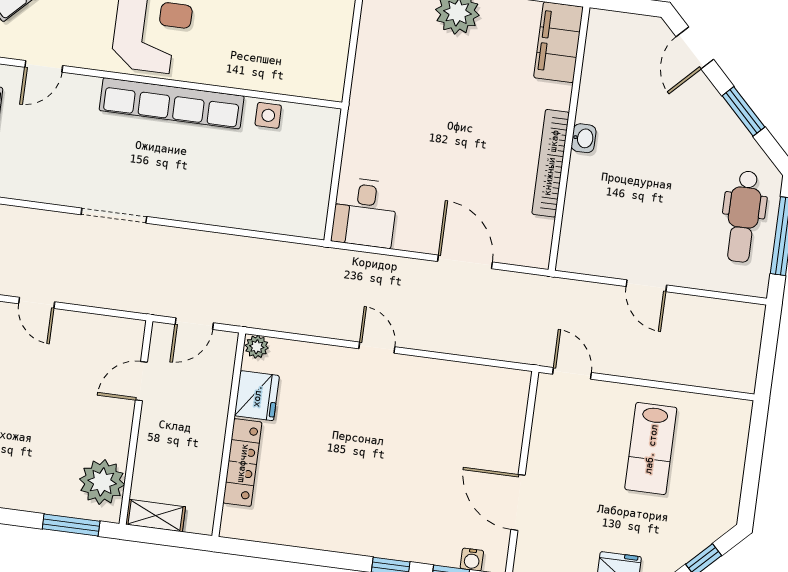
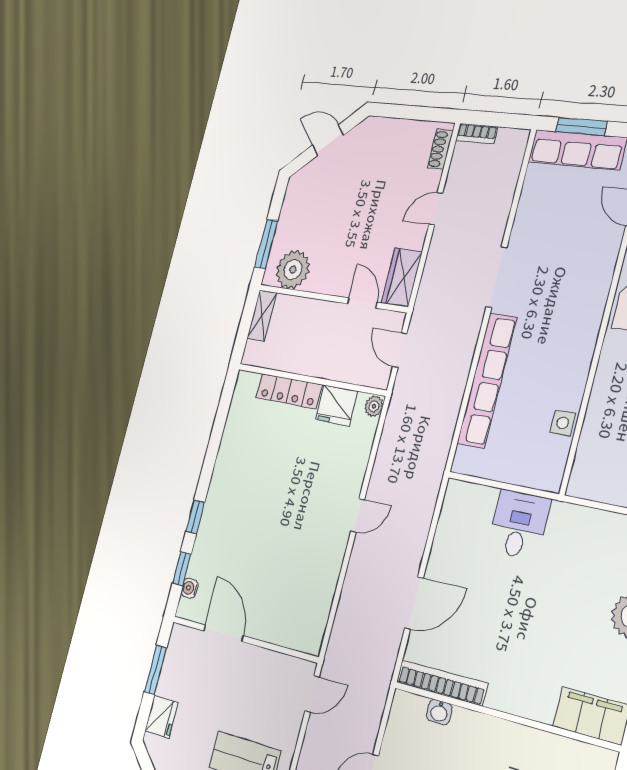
row of seats: (172, 103) -> (487, 380), moved, turned 180
washbasin: (584, 138) -> (439, 712), moved
bookcase: (551, 163) -> (442, 683), moved
desk: (365, 213) -> (519, 525), moved, turned 90
wardrobe: (113, 334) -> (402, 277), added
door: (518, 502) -> (224, 633), hinge flipped

